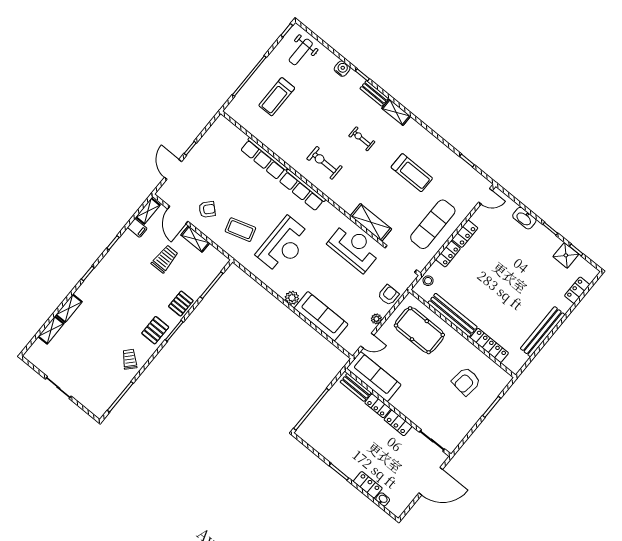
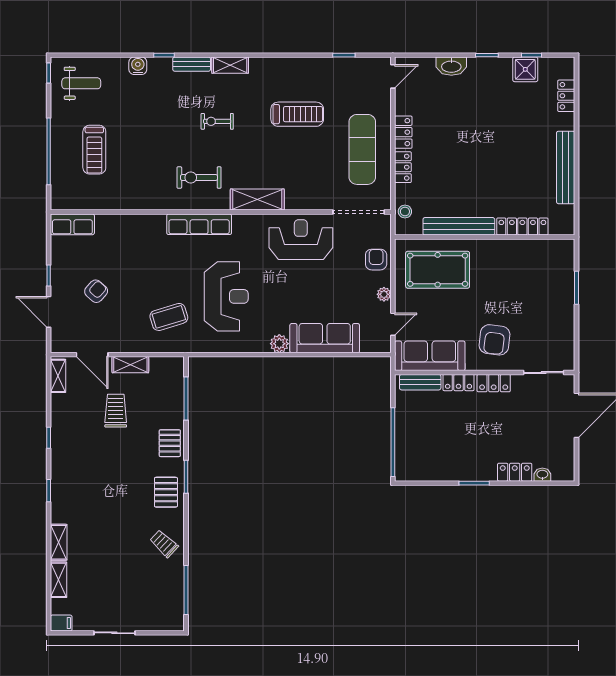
weight bench: (301, 52) -> (81, 83), turned -90
row of seats: (264, 159) -> (72, 224), moved, width x0.68
armchair: (207, 210) -> (96, 291), moved
shelving: (371, 222) -> (257, 200), moved
filing cabinet: (137, 228) -> (61, 623), moved
armchair: (466, 381) -> (494, 340), moved

